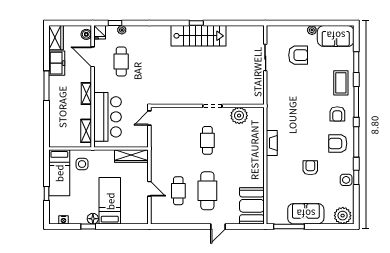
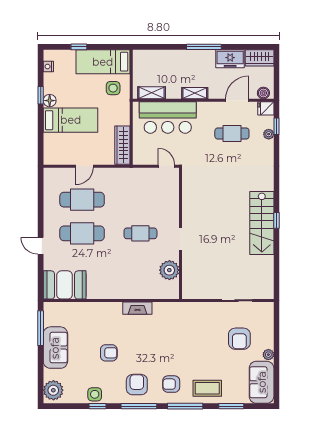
cafe table: (178, 191) -> (82, 200), width x1.37, depth x1.35

